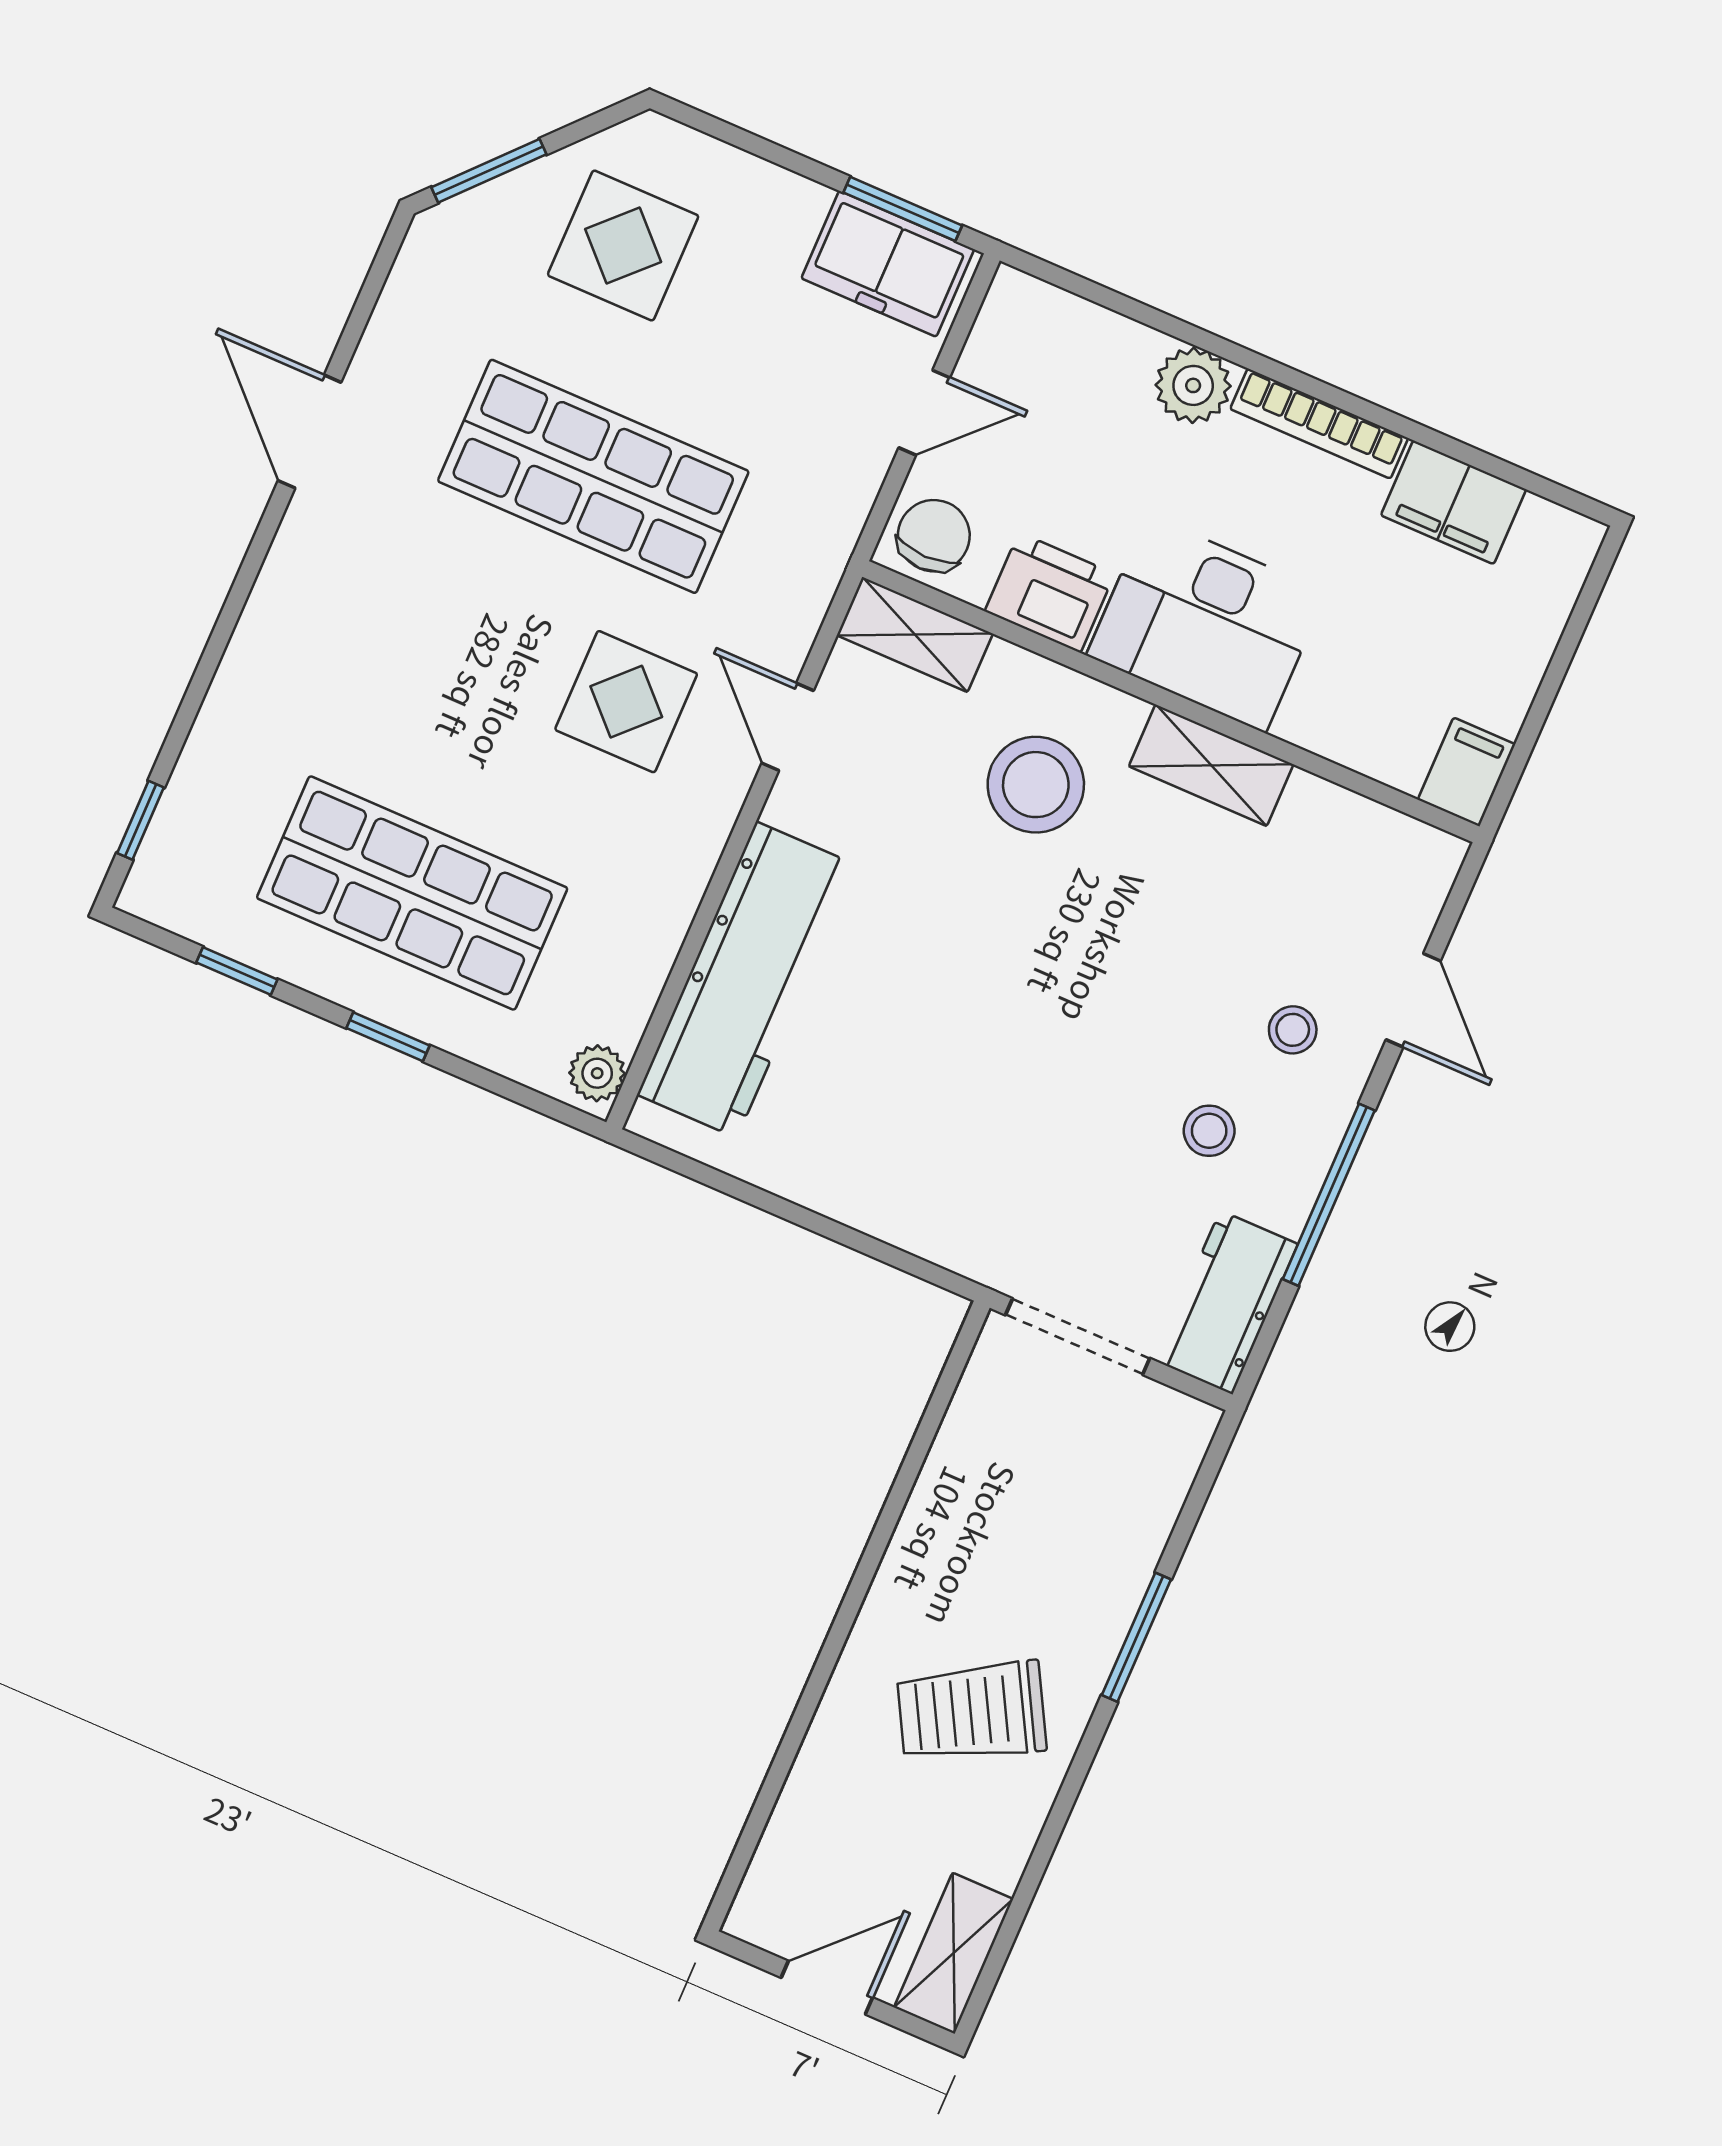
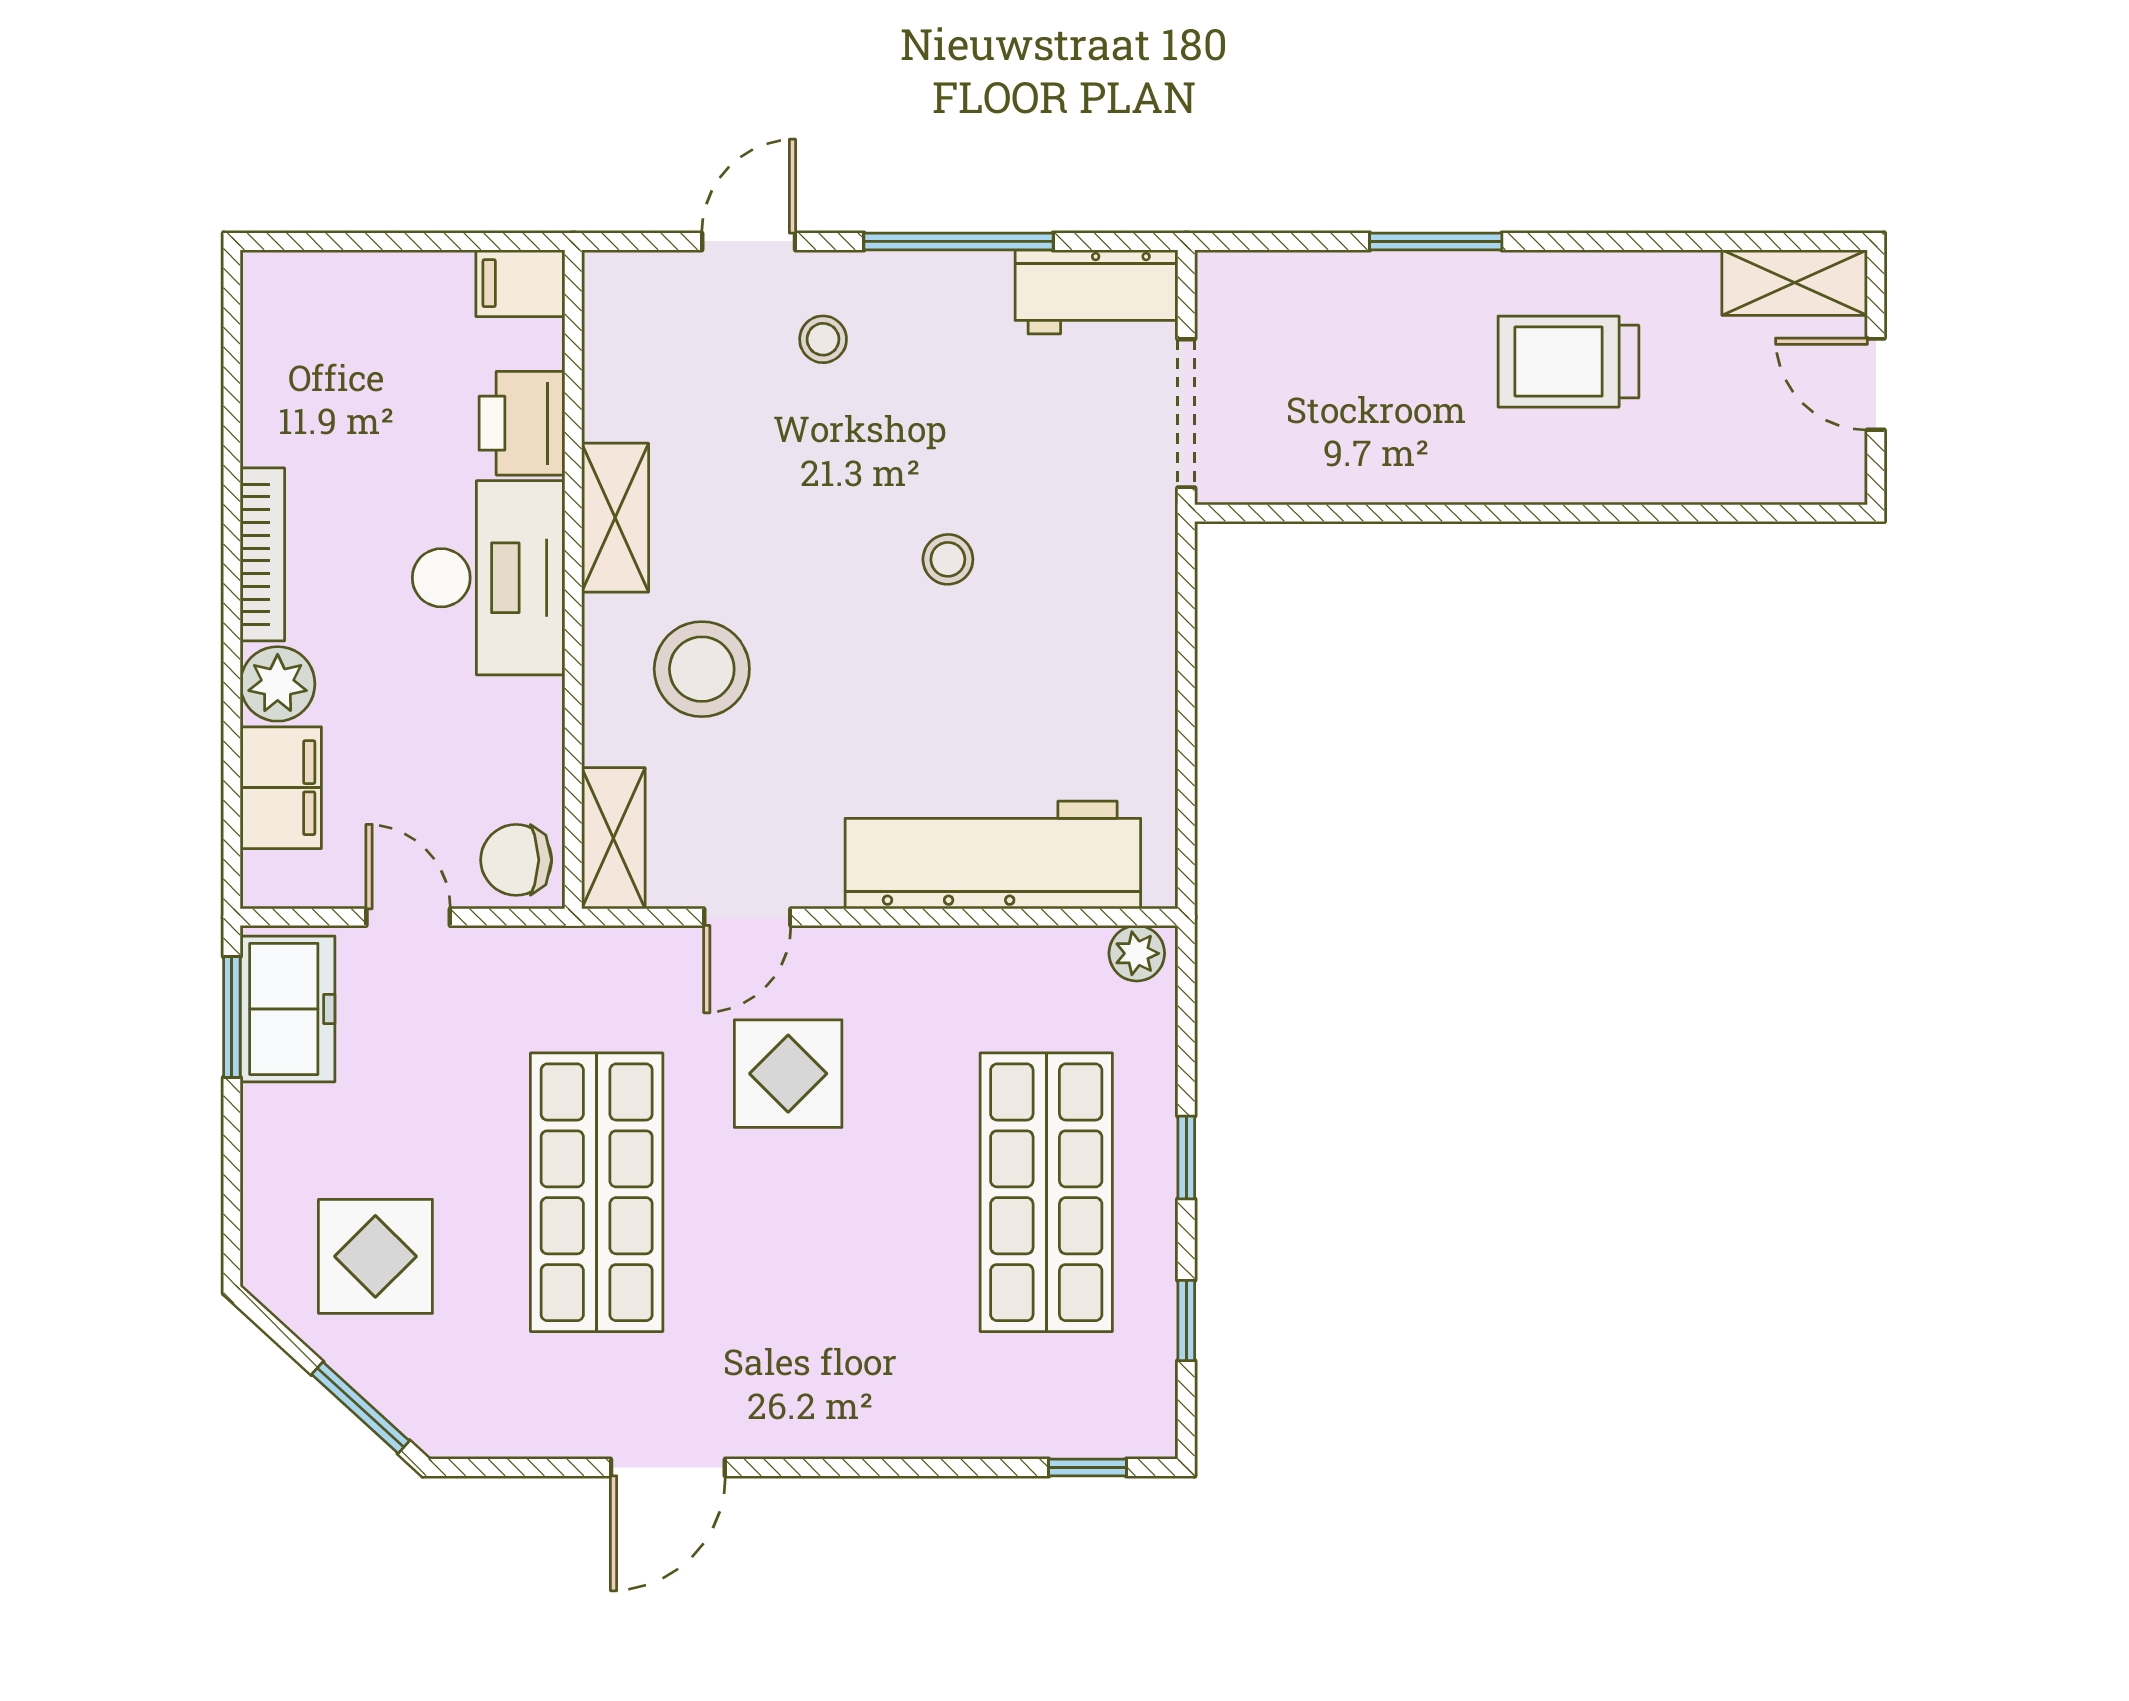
filing cabinet: (1454, 502) -> (281, 788), moved
printer: (1050, 592) -> (522, 423), moved
stool: (1209, 1131) -> (948, 559), moved
trolley: (972, 1712) -> (1568, 362), turned 119

